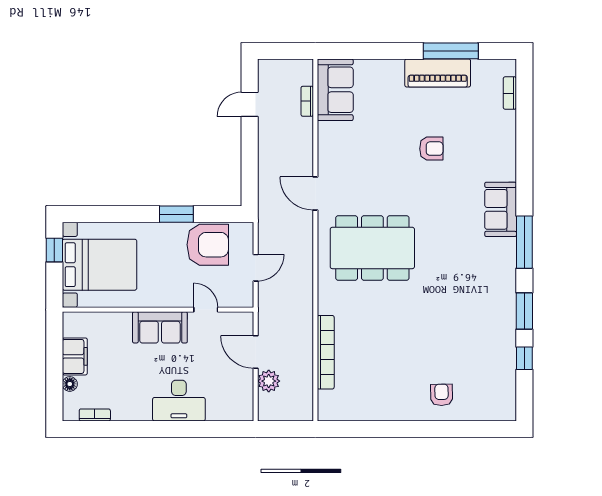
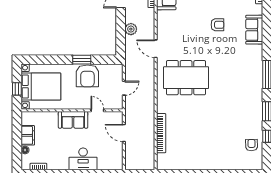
sofa: (501, 209) -> (254, 30), moved
armchair: (208, 245) -> (87, 76), moved, turned 90
window: (54, 250) -> (17, 89), moved
plant: (269, 381) -> (131, 29), moved
armchair: (442, 395) -> (252, 145), moved

